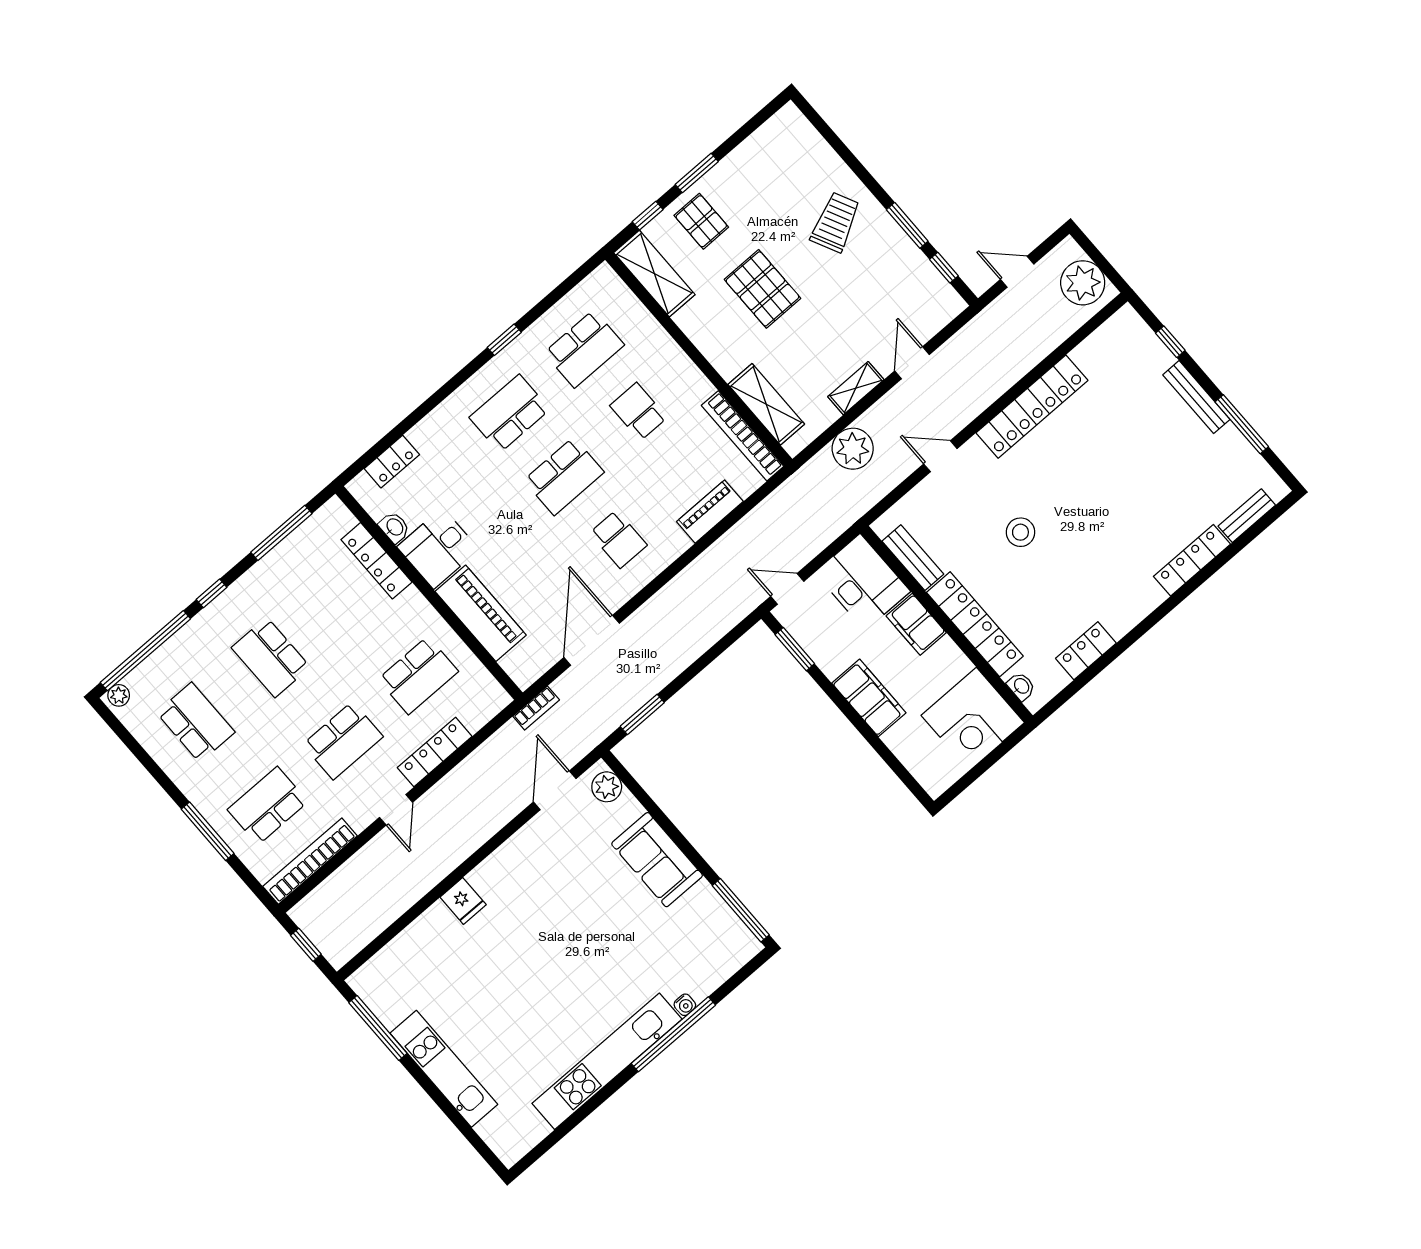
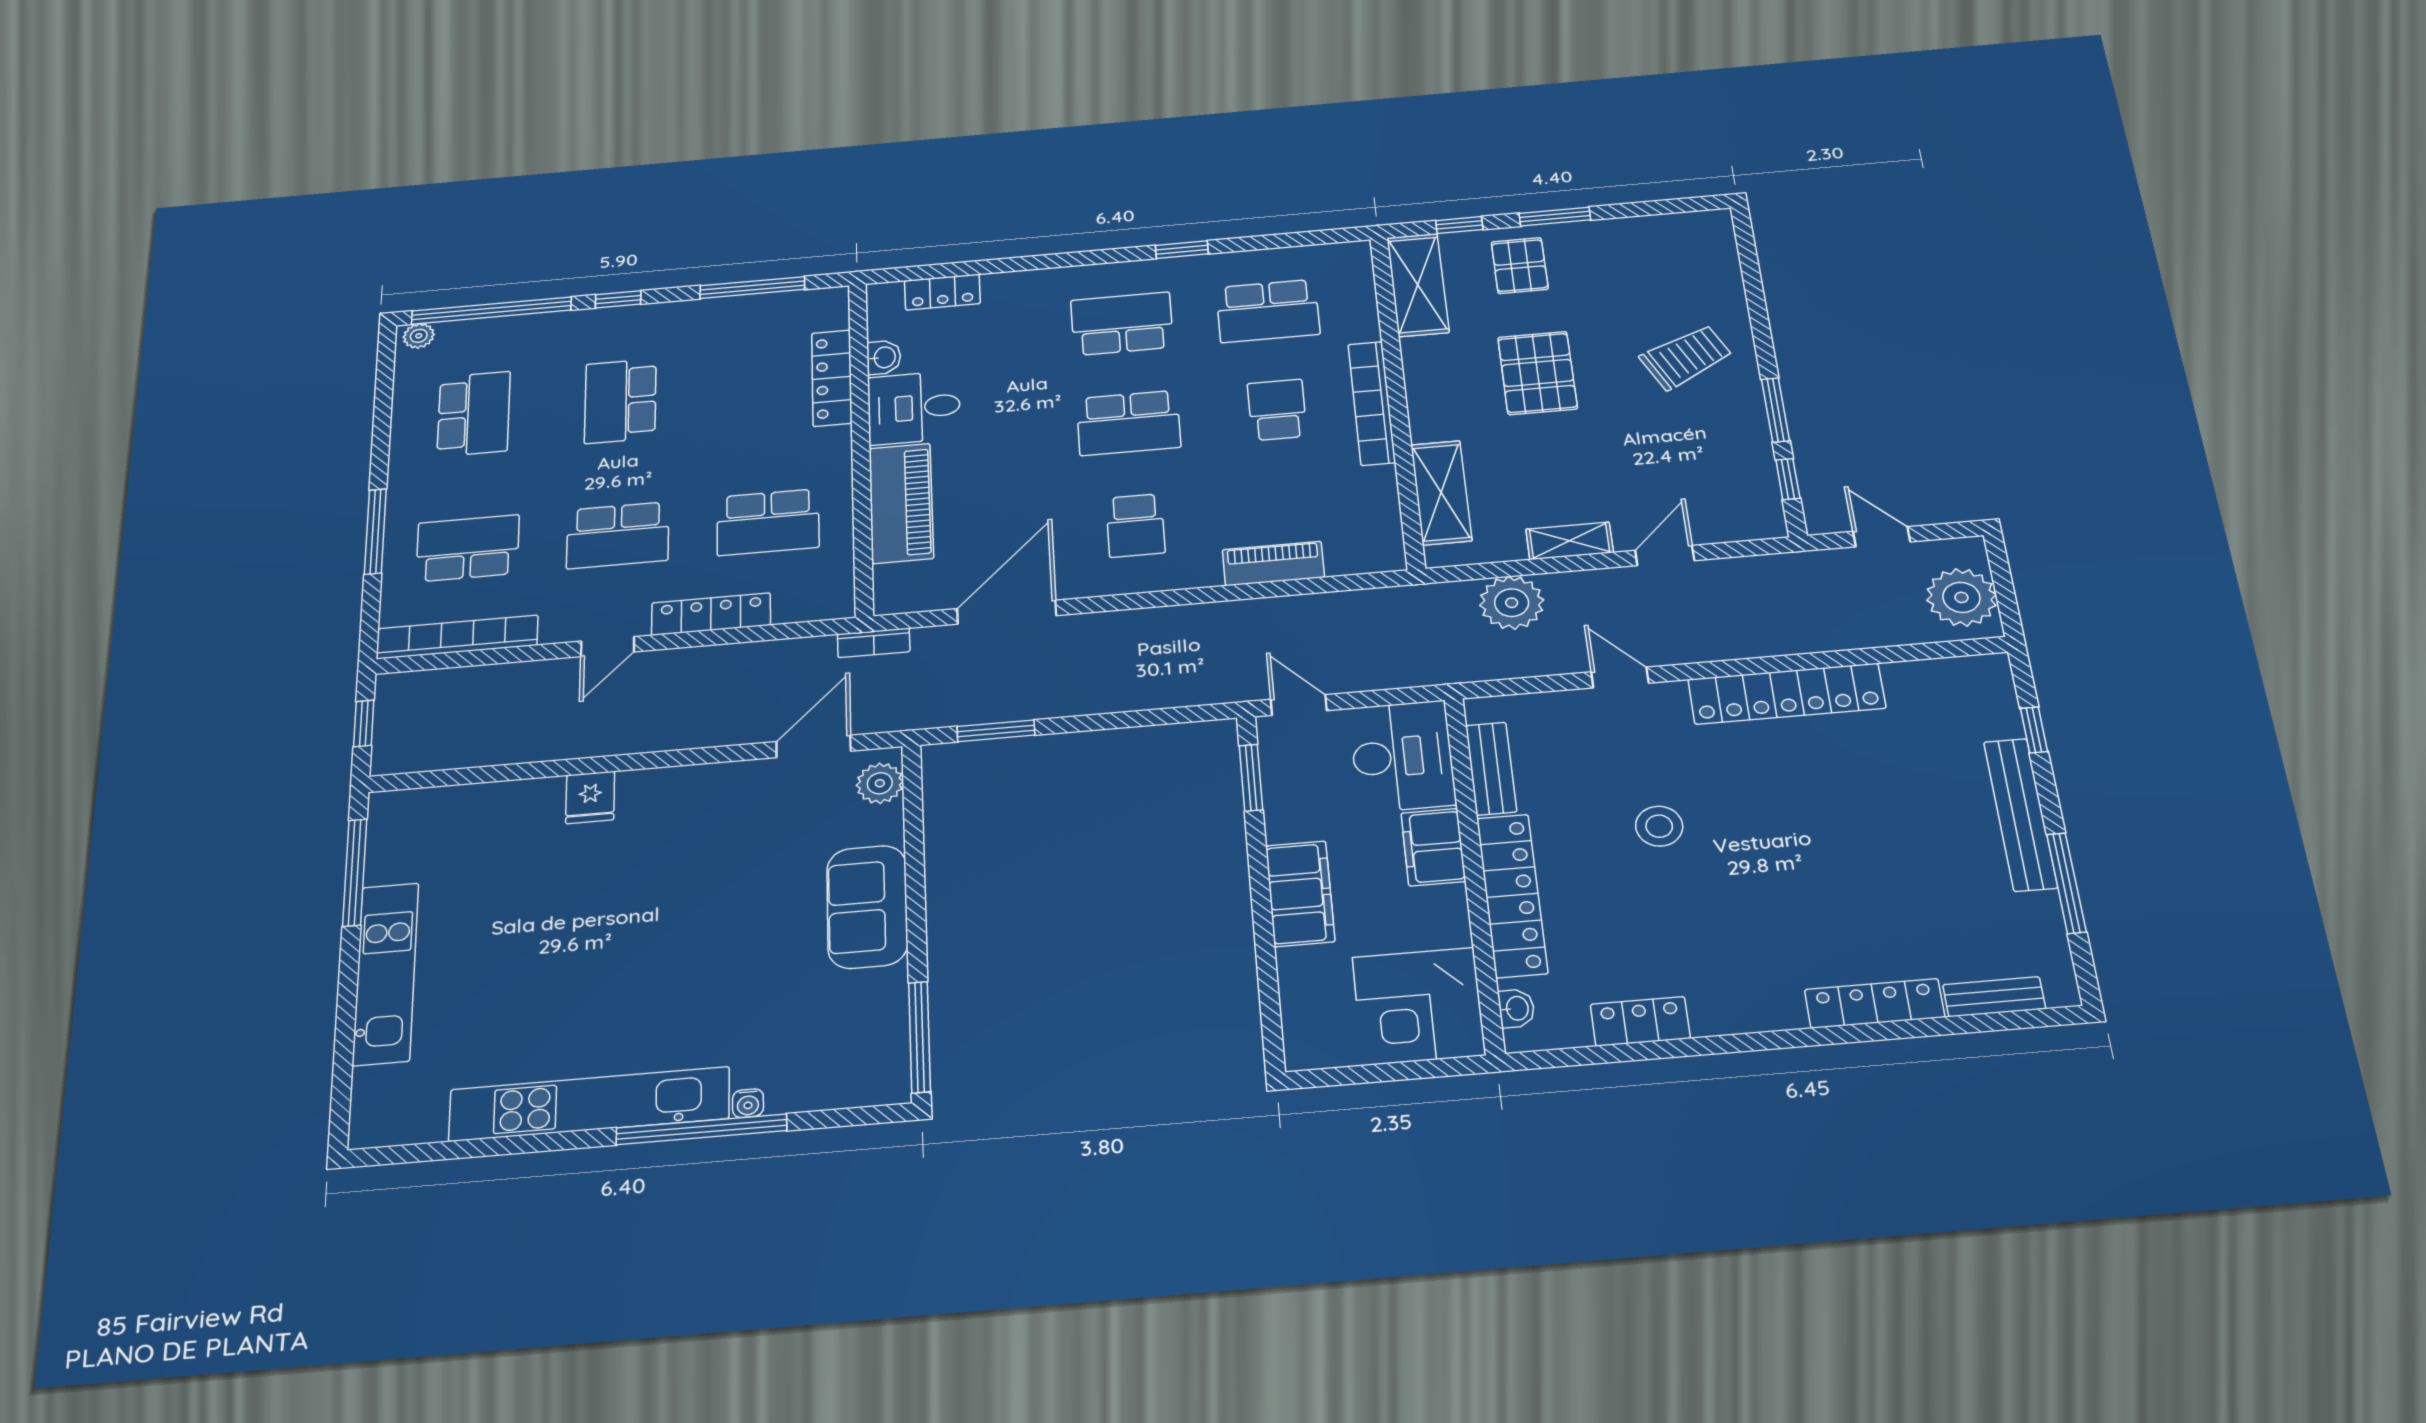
bench: (1196, 397) -> (2020, 814), width x1.37, depth x1.21
bookcase: (743, 436) -> (1372, 403), moved

